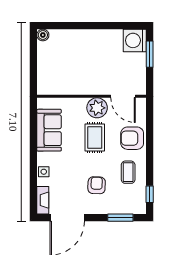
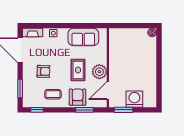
washing machine: (135, 40) -> (134, 99), moved
window: (150, 54) -> (123, 110), moved
window: (150, 129) -> (84, 110), added
rug: (95, 137) -> (78, 70), turned 90

